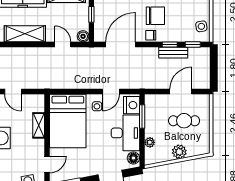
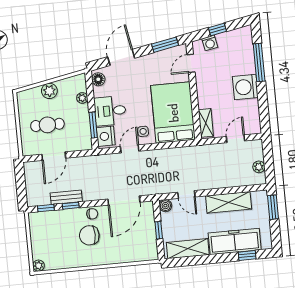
side table: (201, 26) -> (39, 229), removed
door: (13, 91) -> (235, 139), hinge flipped
shelving: (39, 125) -> (206, 123), moved
desk: (125, 133) -> (110, 111), width x0.73

